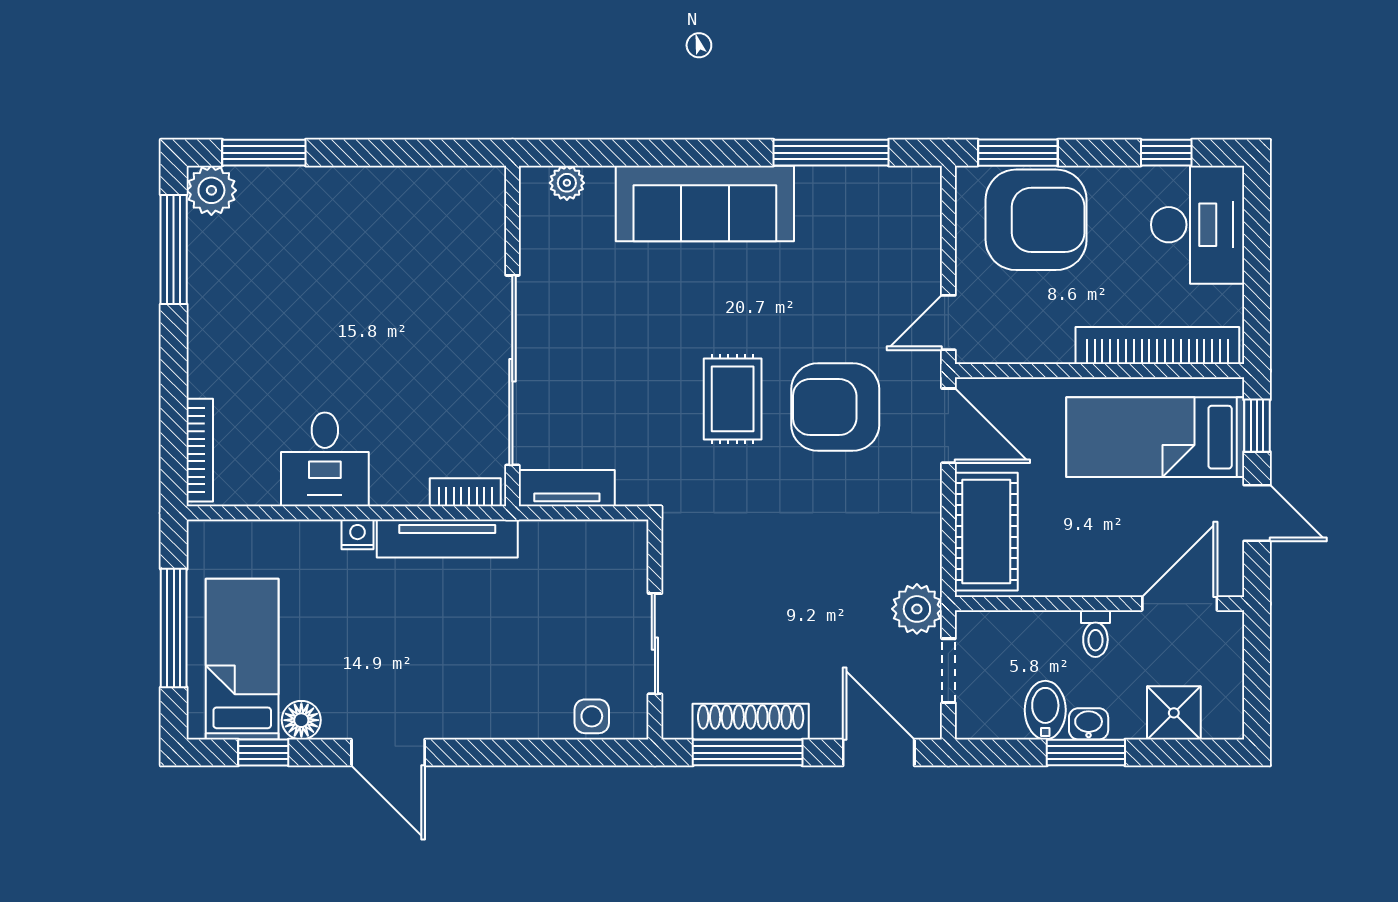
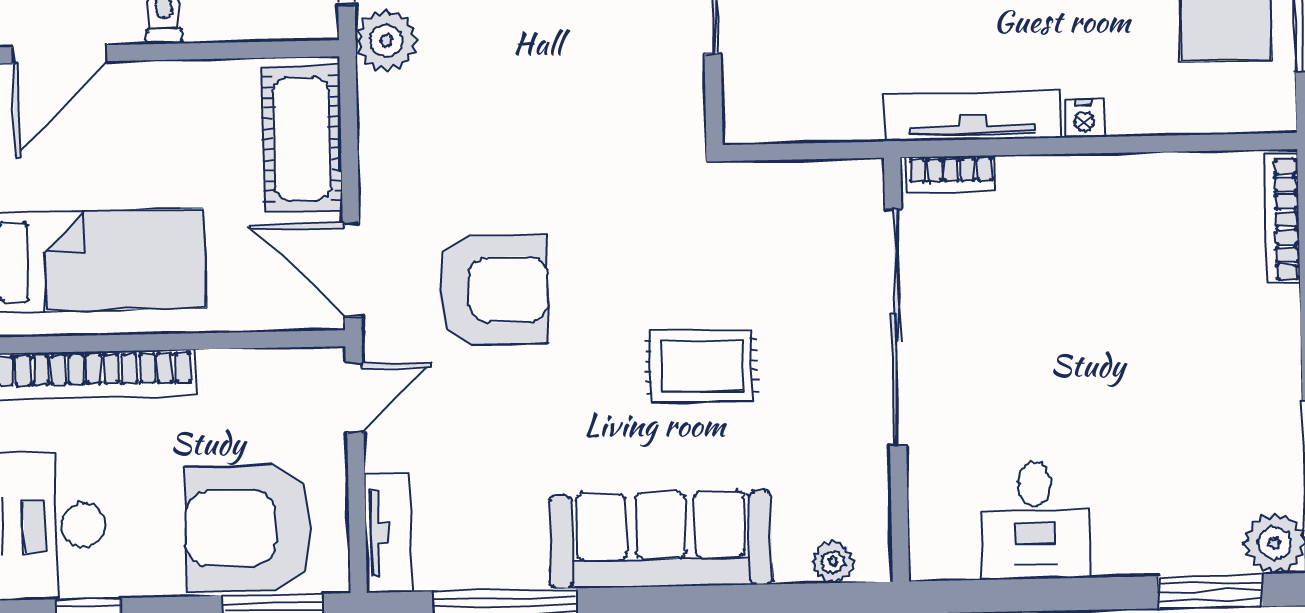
rug: (733, 399) -> (702, 366), moved, turned 90
desk: (325, 459) -> (1035, 520), moved, turned 180
tv unit: (567, 488) -> (388, 533), moved, turned -90

